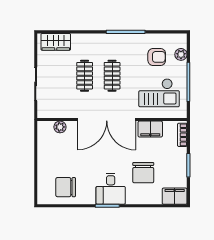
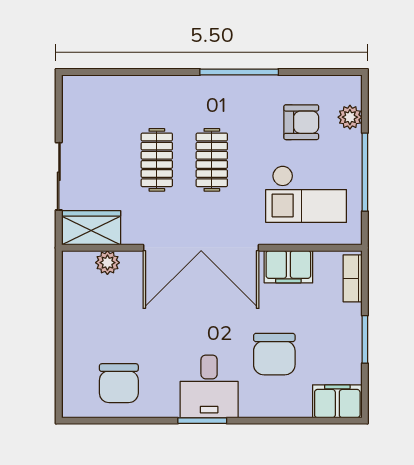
wardrobe: (56, 42) -> (91, 228), moved, turned 180
chair: (66, 187) -> (119, 383), turned -90

